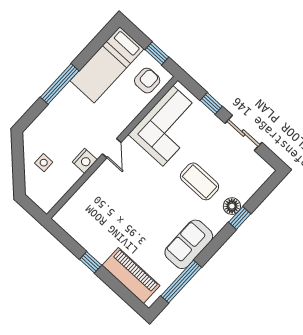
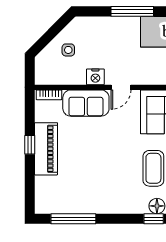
bookcase: (65, 211) -> (49, 95), added
sofa: (189, 244) -> (86, 103), moved, turned 180
piano: (131, 275) -> (46, 149), moved

